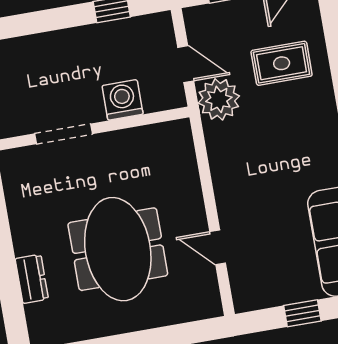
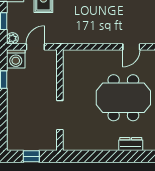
plant: (219, 99) -> (12, 38), moved, width x0.53, depth x0.53
washing machine: (123, 100) -> (16, 59), moved, turned -90

